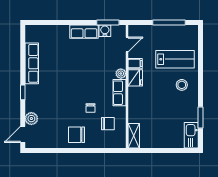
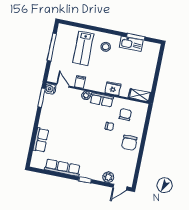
water cooler: (105, 31) -> (50, 89), moved
row of seats: (84, 32) -> (41, 140), moved
lab bench: (175, 59) -> (83, 48), turned 180
fridge: (135, 78) -> (113, 88), moved
door: (23, 134) -> (120, 187), hinge flipped
kitchen sink: (191, 135) -> (131, 44), moved

